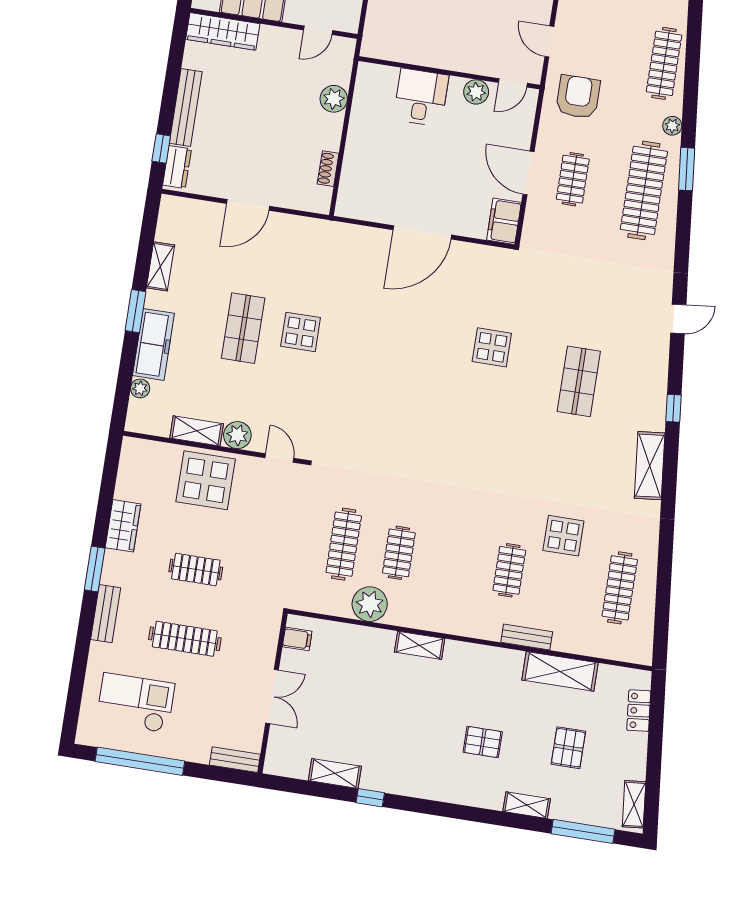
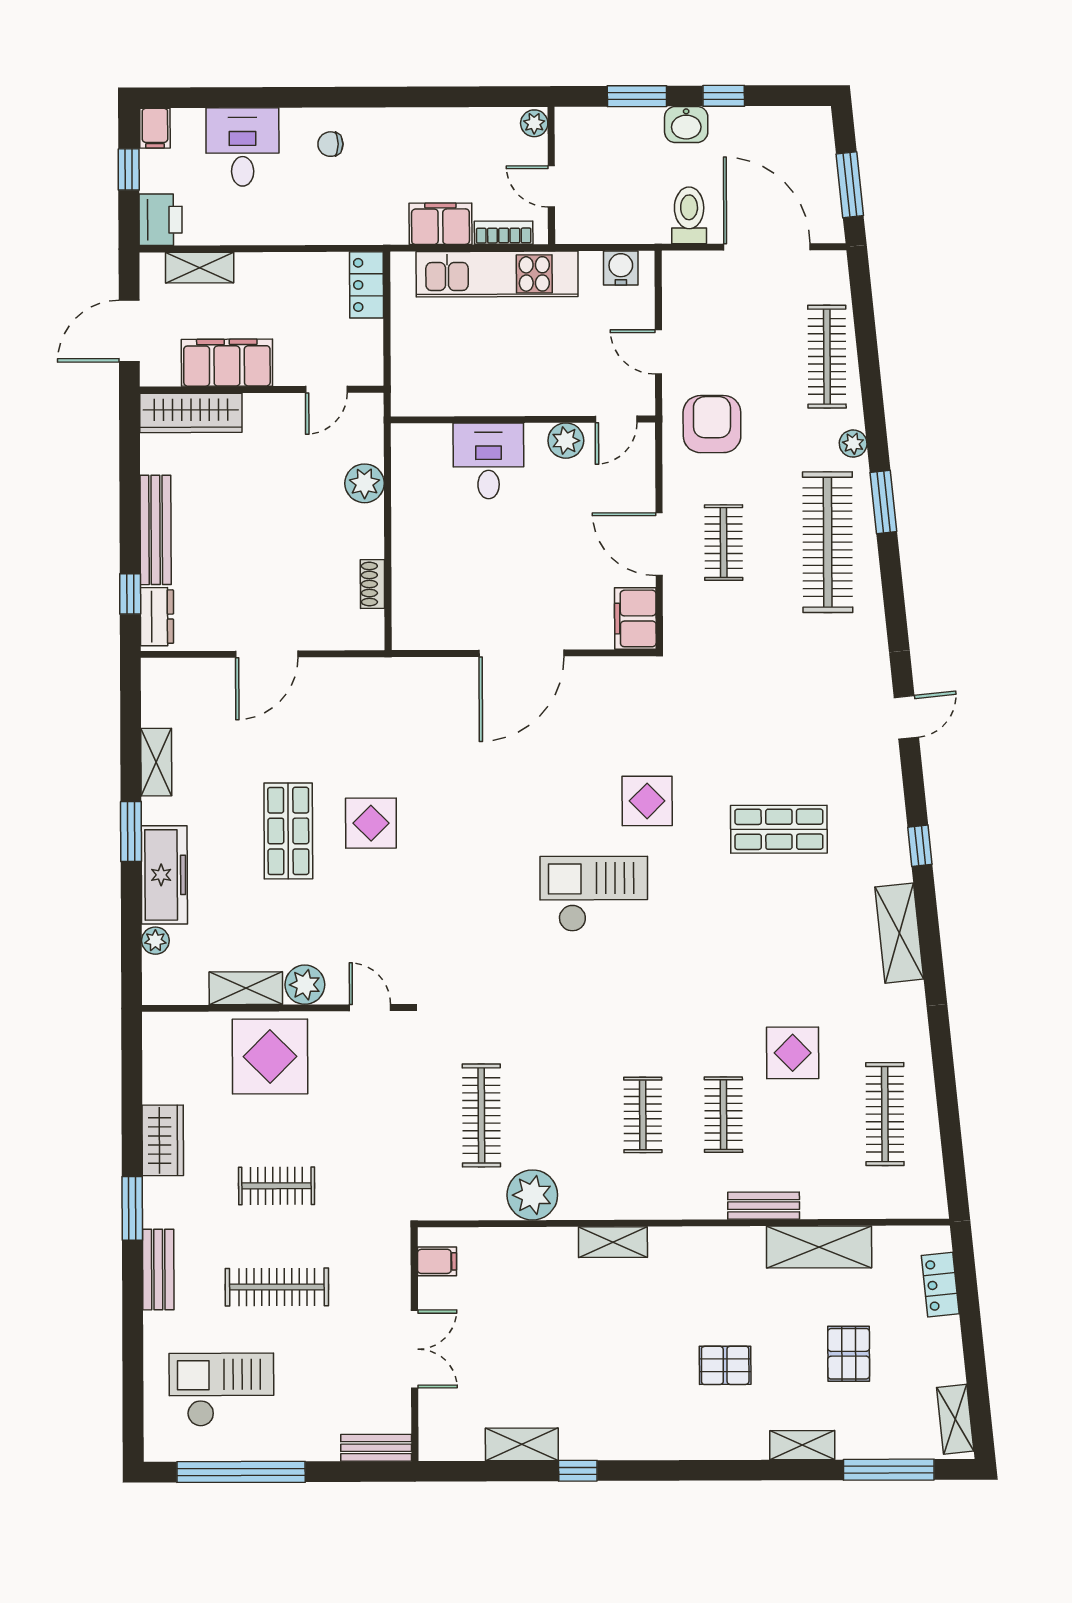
shop shelf: (579, 381) -> (779, 829), turned 90
checkout: (445, 405) -> (594, 894), added
clothes rail: (399, 553) -> (643, 1115), moved

